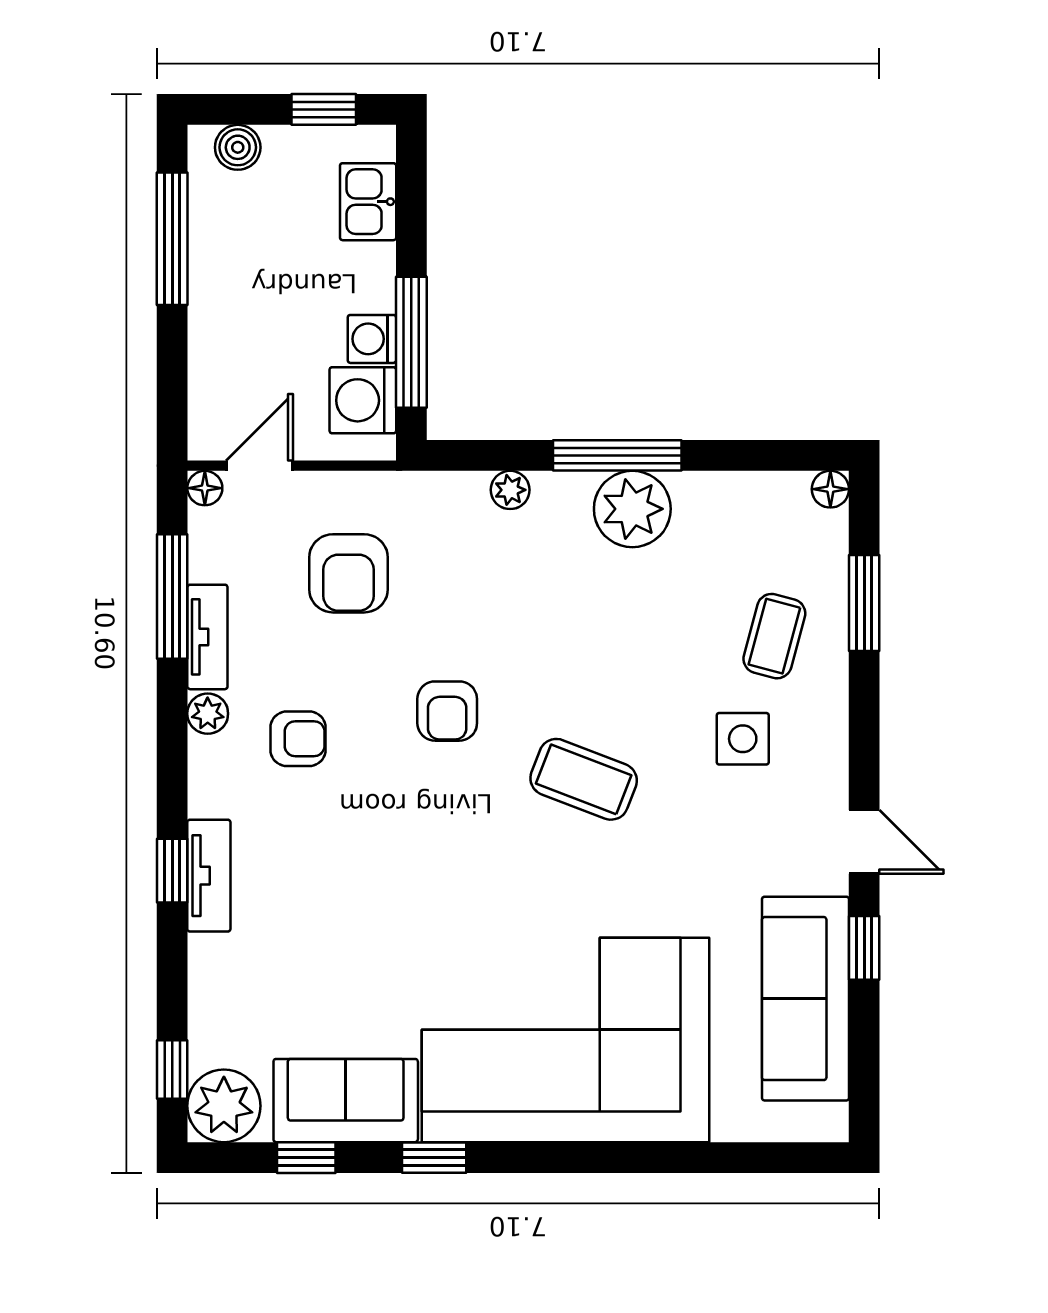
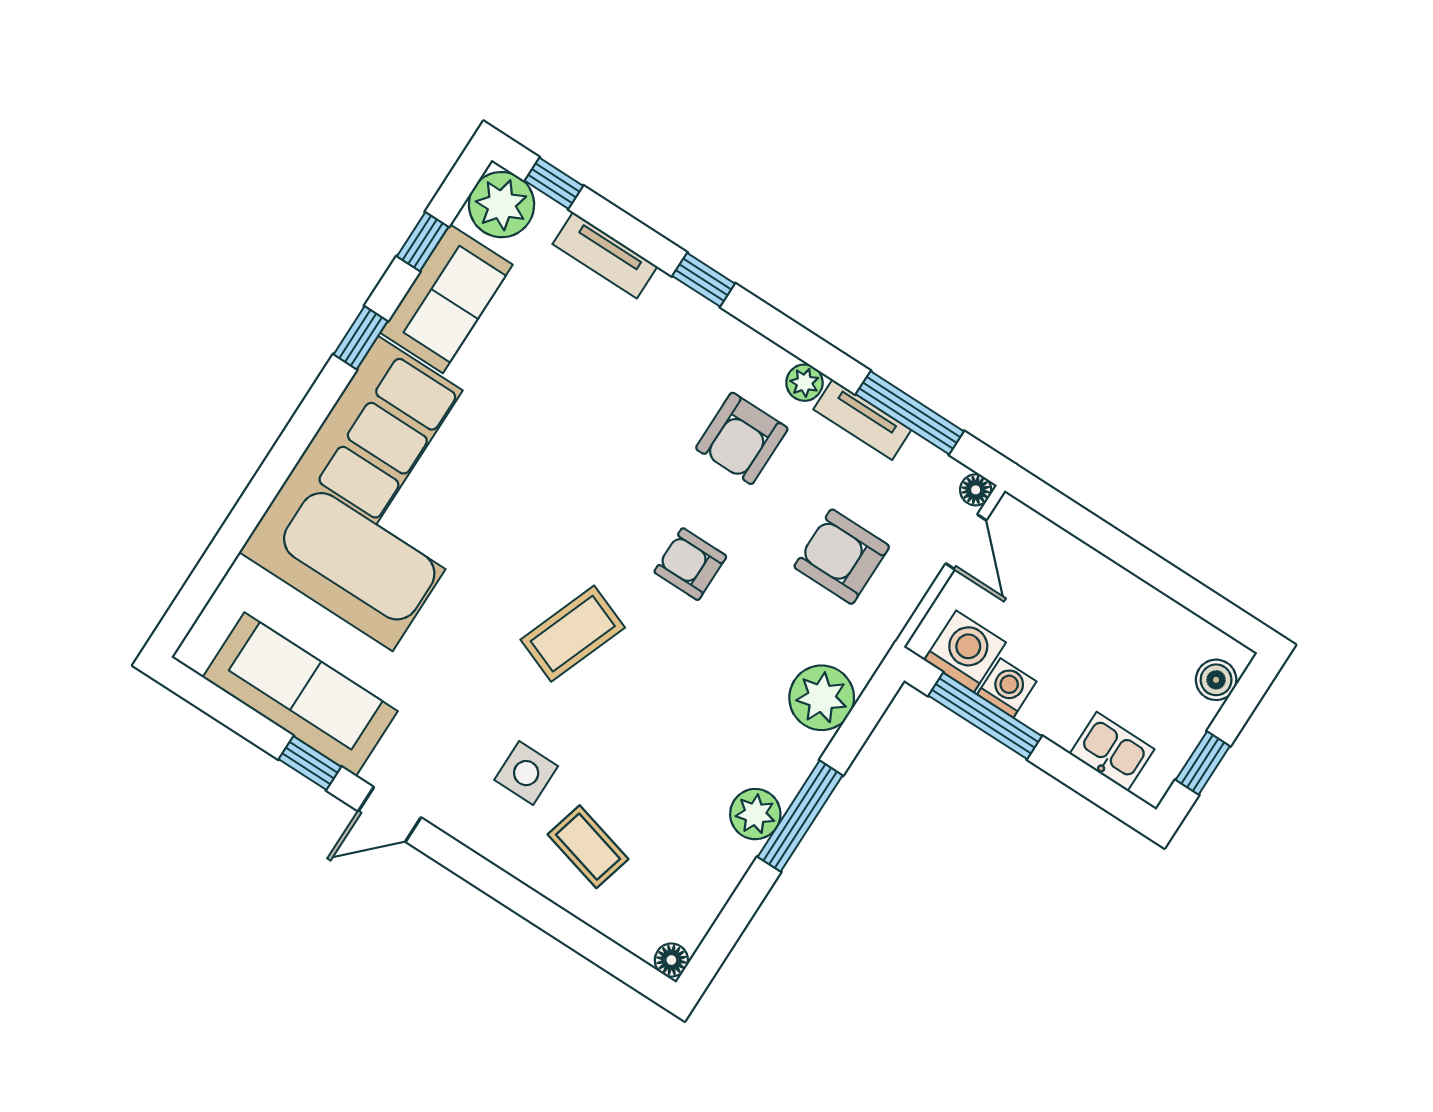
window: (172, 239) -> (1179, 586), removed
plant: (510, 490) -> (822, 698), width x1.88, depth x1.88
plant: (632, 509) -> (755, 814), width x0.73, depth x0.73
window: (864, 603) -> (569, 930), removed
armchair: (298, 739) -> (742, 438), width x1.38, depth x1.38
tv unit: (209, 876) -> (605, 255), moved

